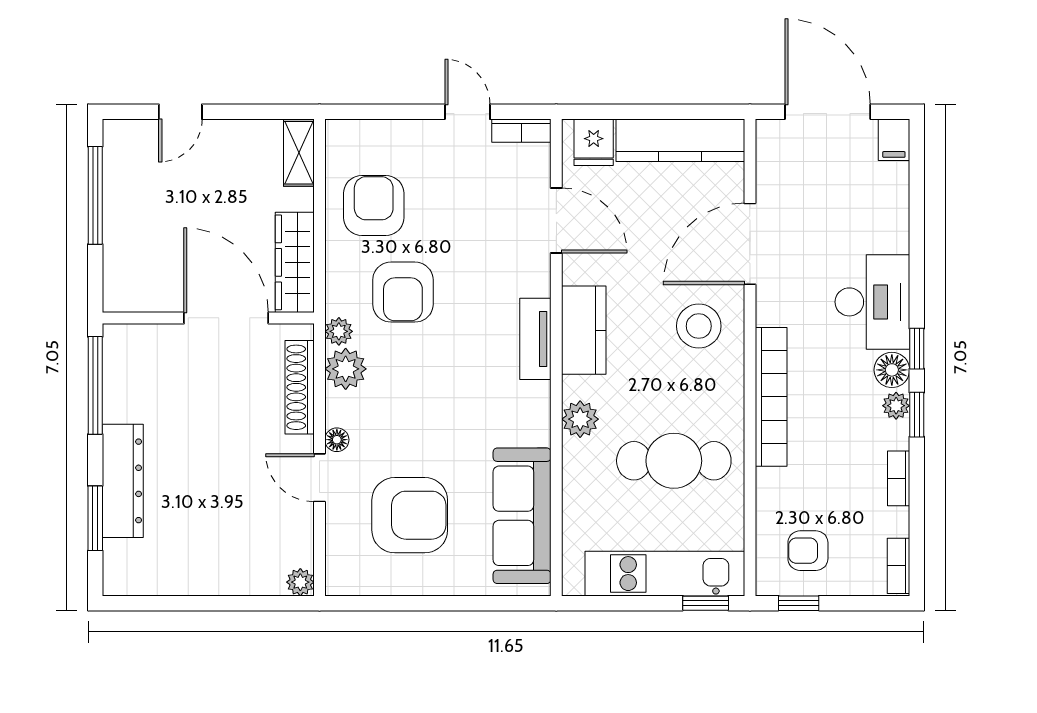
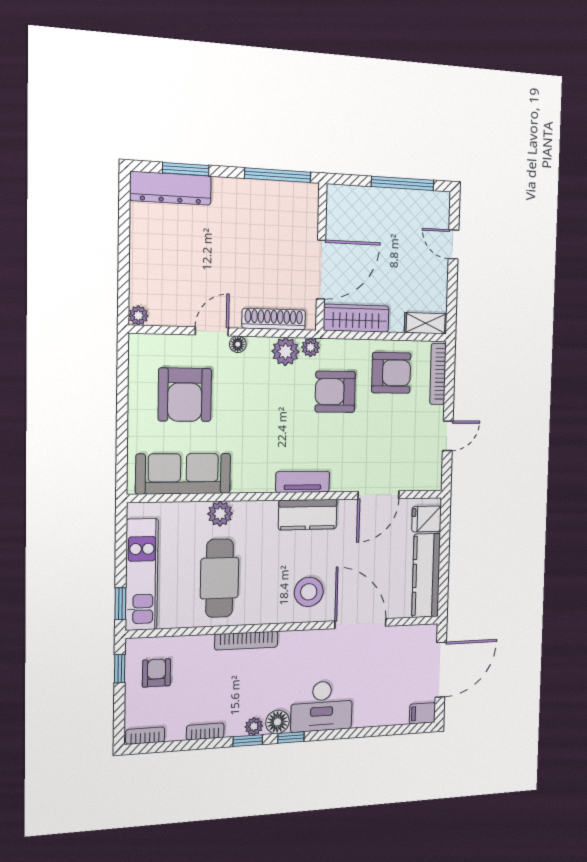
bookcase: (521, 131) -> (438, 374), moved, width x1.56
bookcase: (771, 397) -> (246, 641), width x0.68, depth x0.76
plant: (580, 419) -> (220, 514), moved
dresser: (123, 481) -> (171, 188), moved

